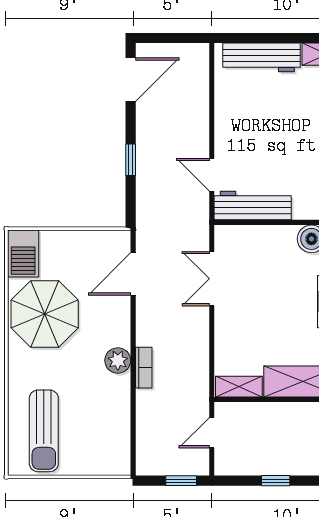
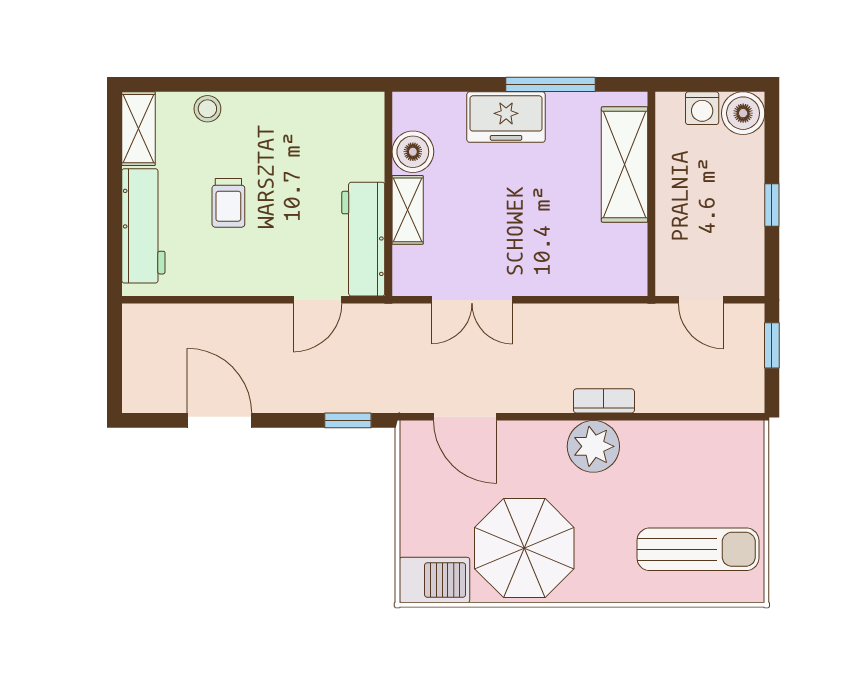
door: (131, 80) -> (219, 420), moved
trolley: (277, 115) -> (228, 203), added
window: (131, 160) -> (348, 420), moved
plant: (118, 360) -> (593, 446), width x1.36, depth x1.36
shelving: (239, 387) -> (408, 210), moved

